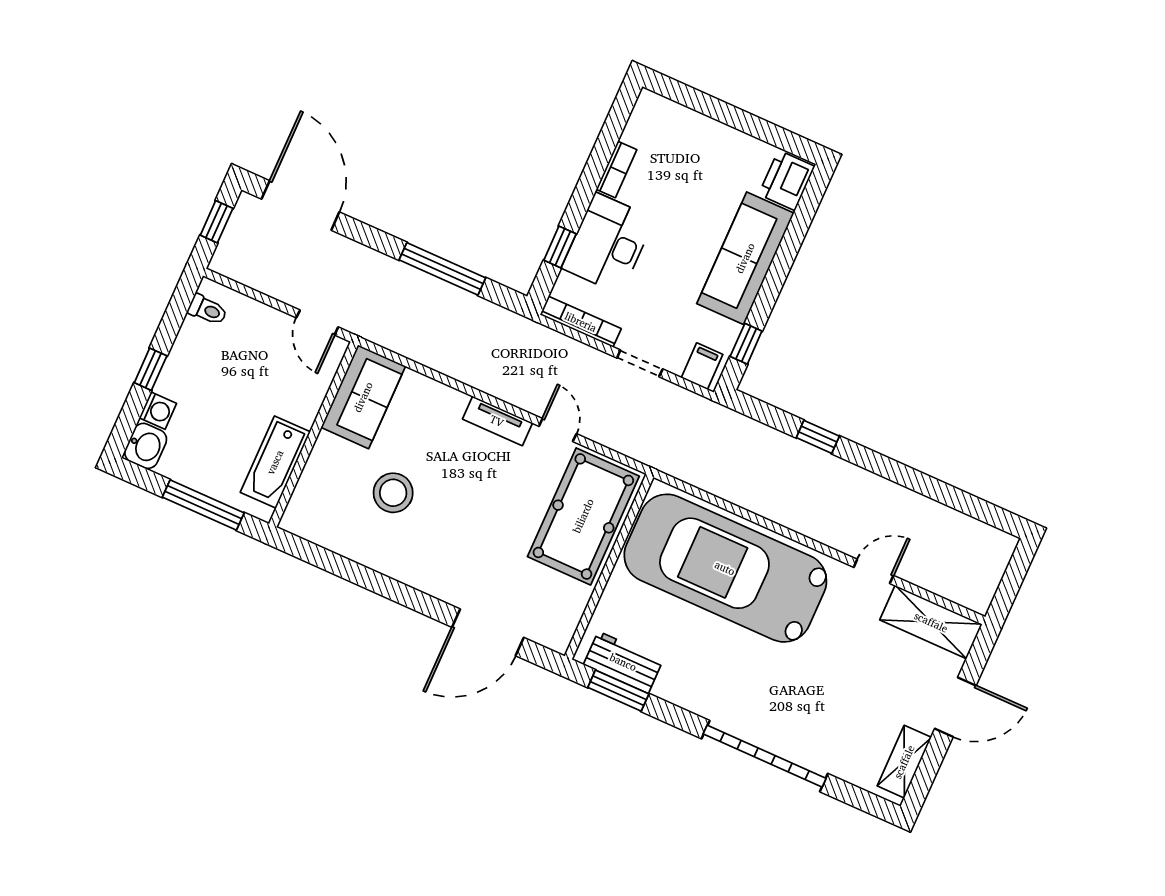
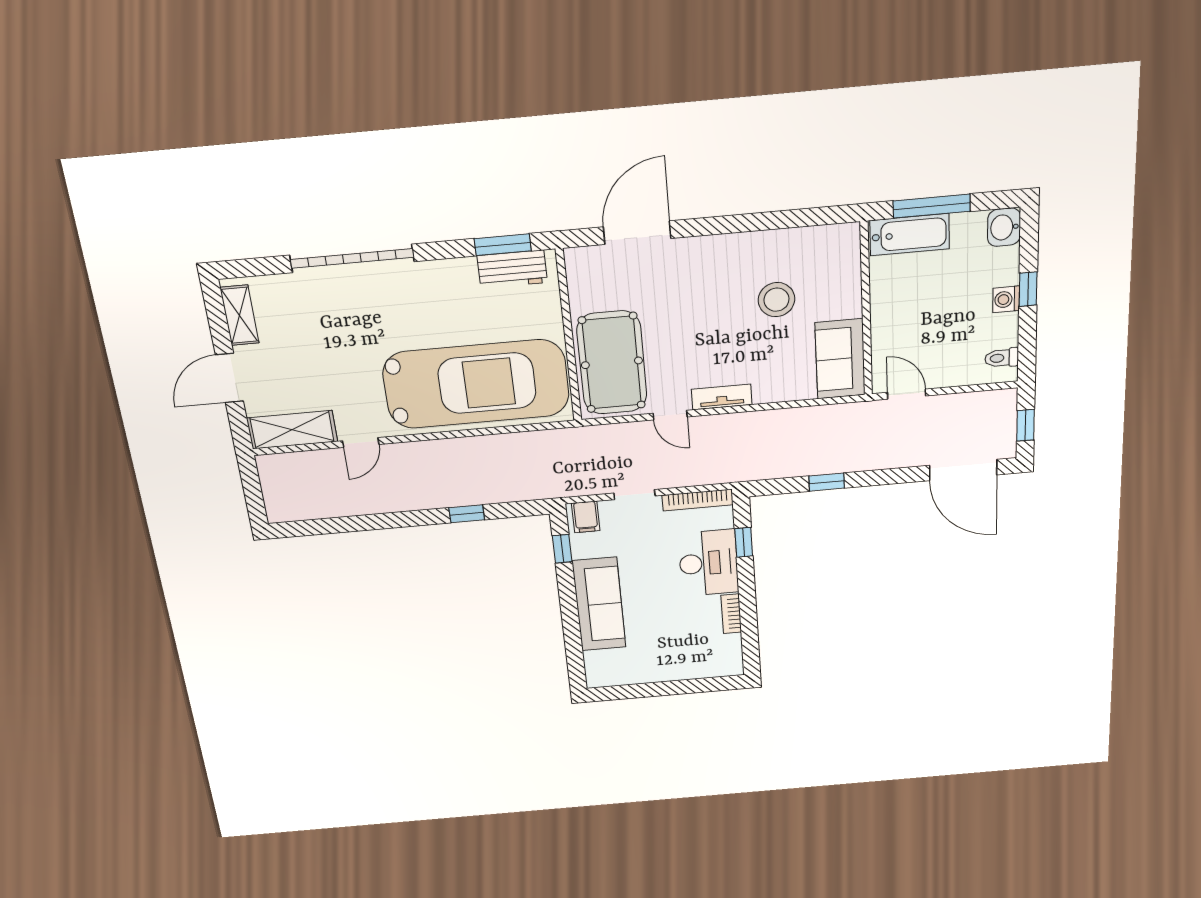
printer: (787, 180) -> (601, 668), removed
window: (442, 269) -> (827, 482), width x0.46
washing machine: (158, 411) -> (1006, 299), moved
bathtub: (275, 462) -> (910, 235), moved, turned 90

